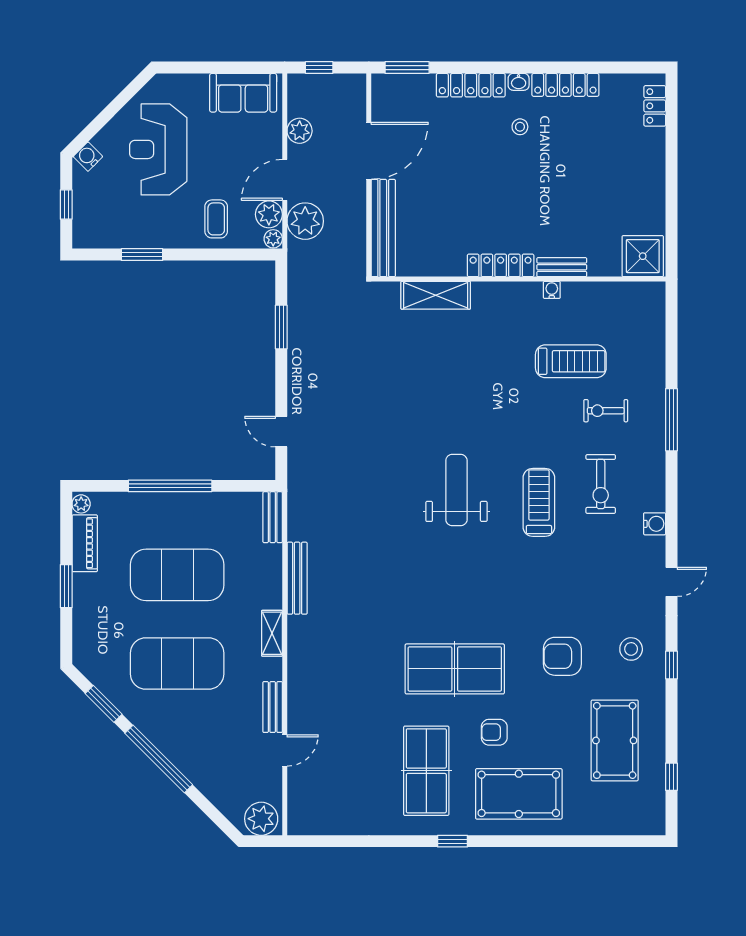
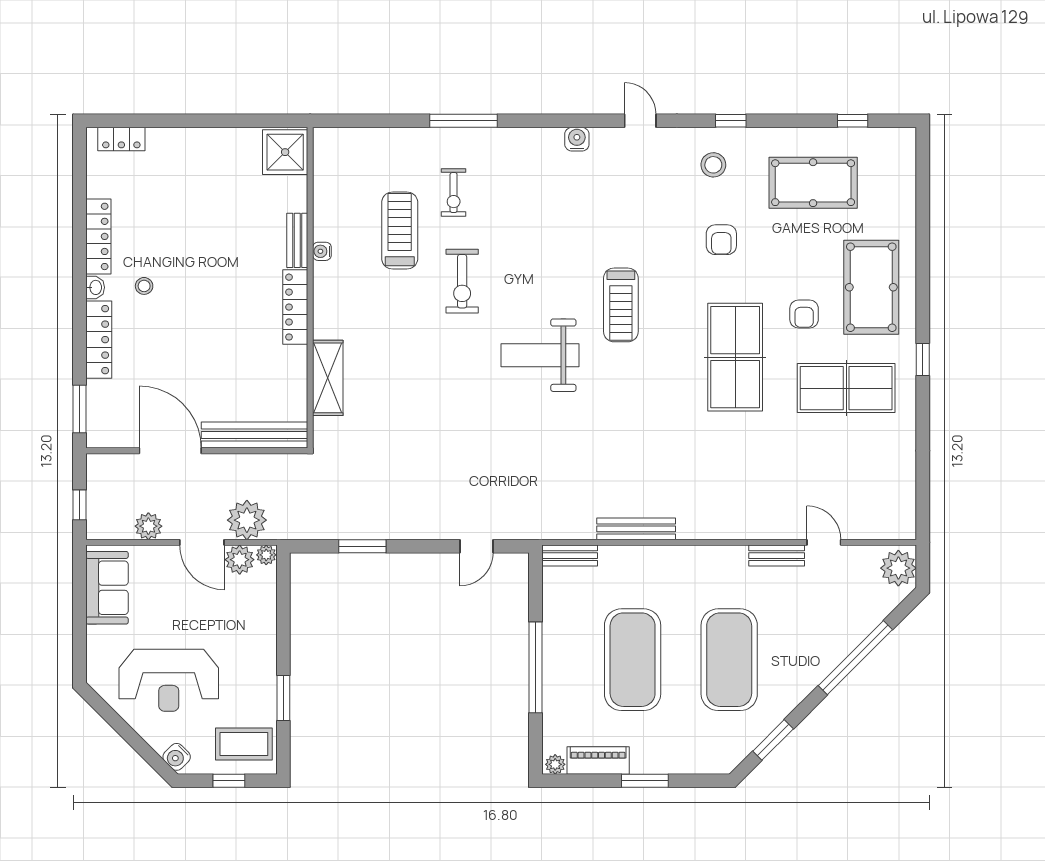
coffee table: (216, 219) -> (244, 744), moved, width x1.36, depth x1.30
exercise bike: (601, 484) -> (462, 281), moved, turned 90
treadmill: (539, 502) -> (621, 305), moved, turned -90
shelving: (272, 633) -> (696, 556), removed
armchair: (562, 656) -> (721, 240), width x0.72, depth x0.72
window: (159, 759) -> (855, 658), moved

